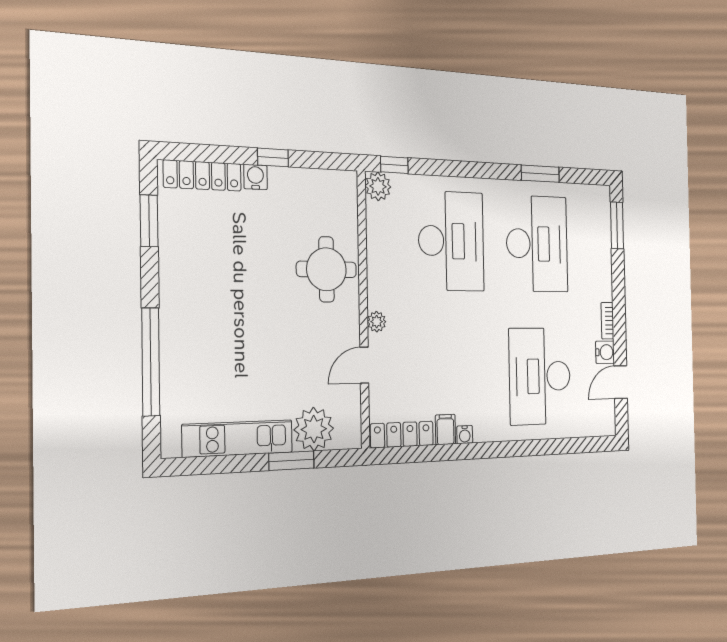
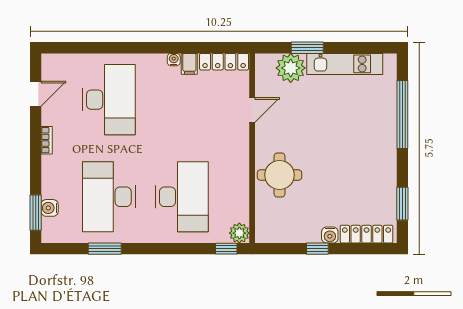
desk: (451, 241) -> (182, 197), turned 180
plant: (377, 322) -> (242, 140), removed
water cooler: (605, 352) -> (50, 208), moved

